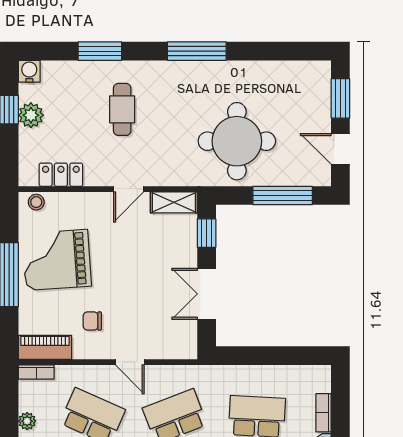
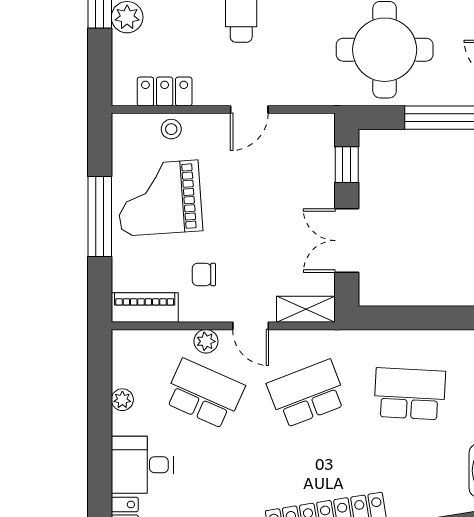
stool: (36, 202) -> (171, 129), moved
shelving: (174, 202) -> (306, 309), moved
bookcase: (36, 372) -> (134, 338), removed
plant: (94, 374) -> (206, 341), added

